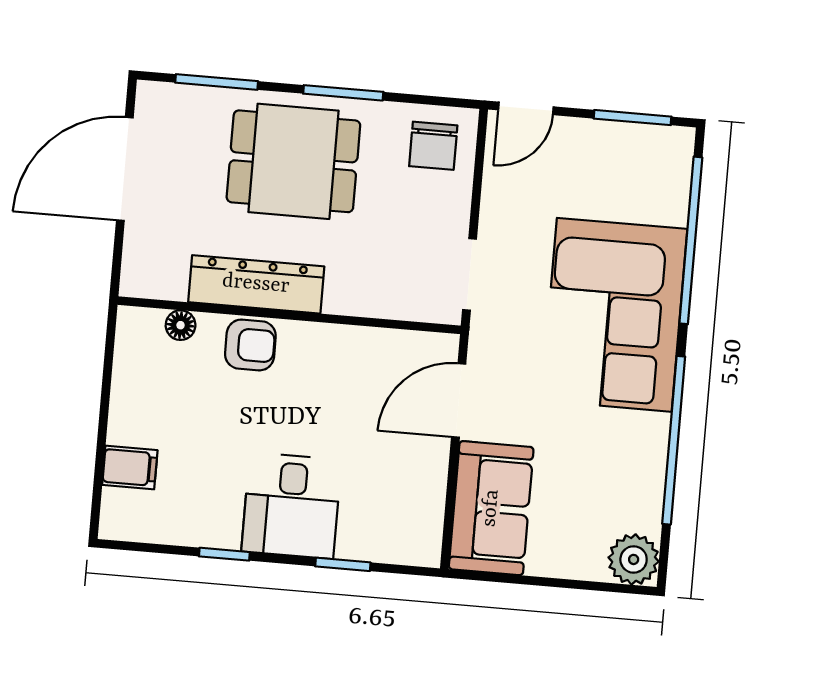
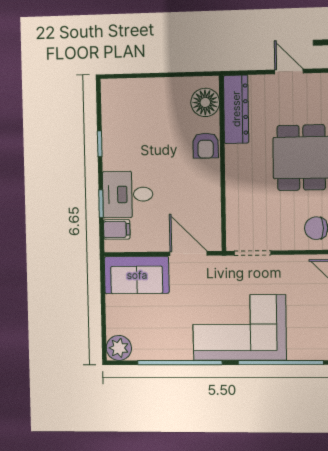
door: (125, 169) -> (289, 71), width x0.53
dresser: (256, 284) -> (236, 109), moved
floor lamp: (181, 325) -> (205, 102), width x1.89, depth x1.89
filing cabinet: (130, 467) -> (117, 229), moved, turned -90
desk: (291, 506) -> (128, 194), moved

